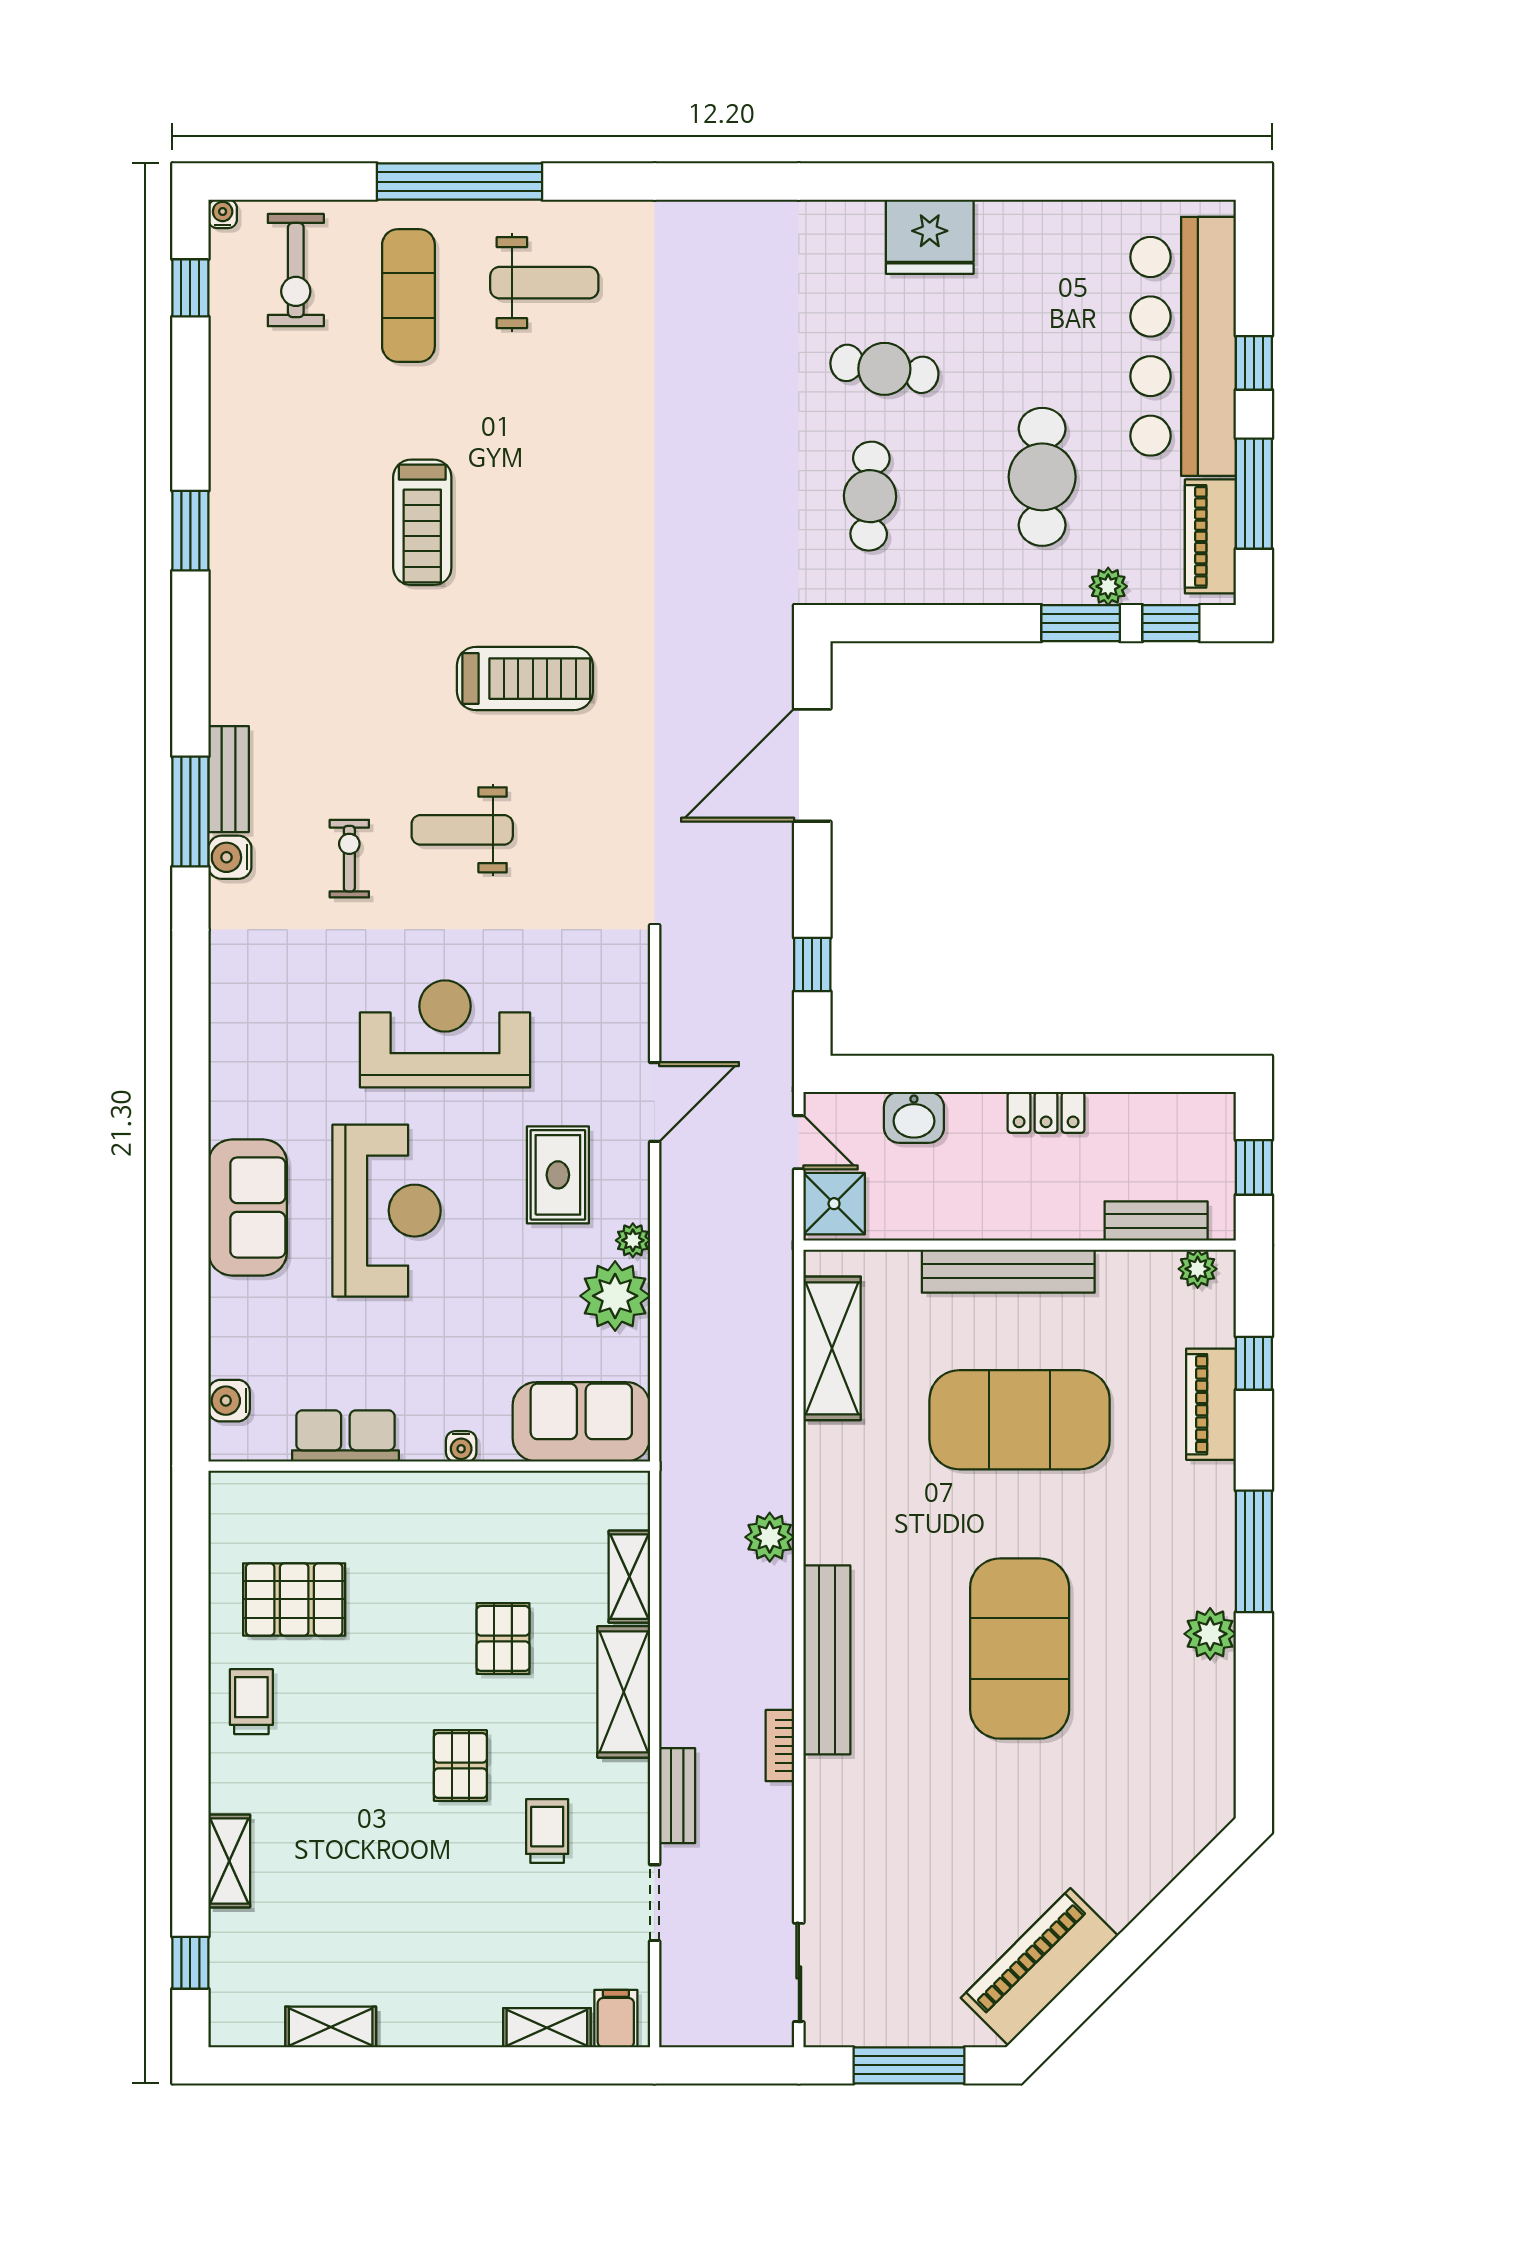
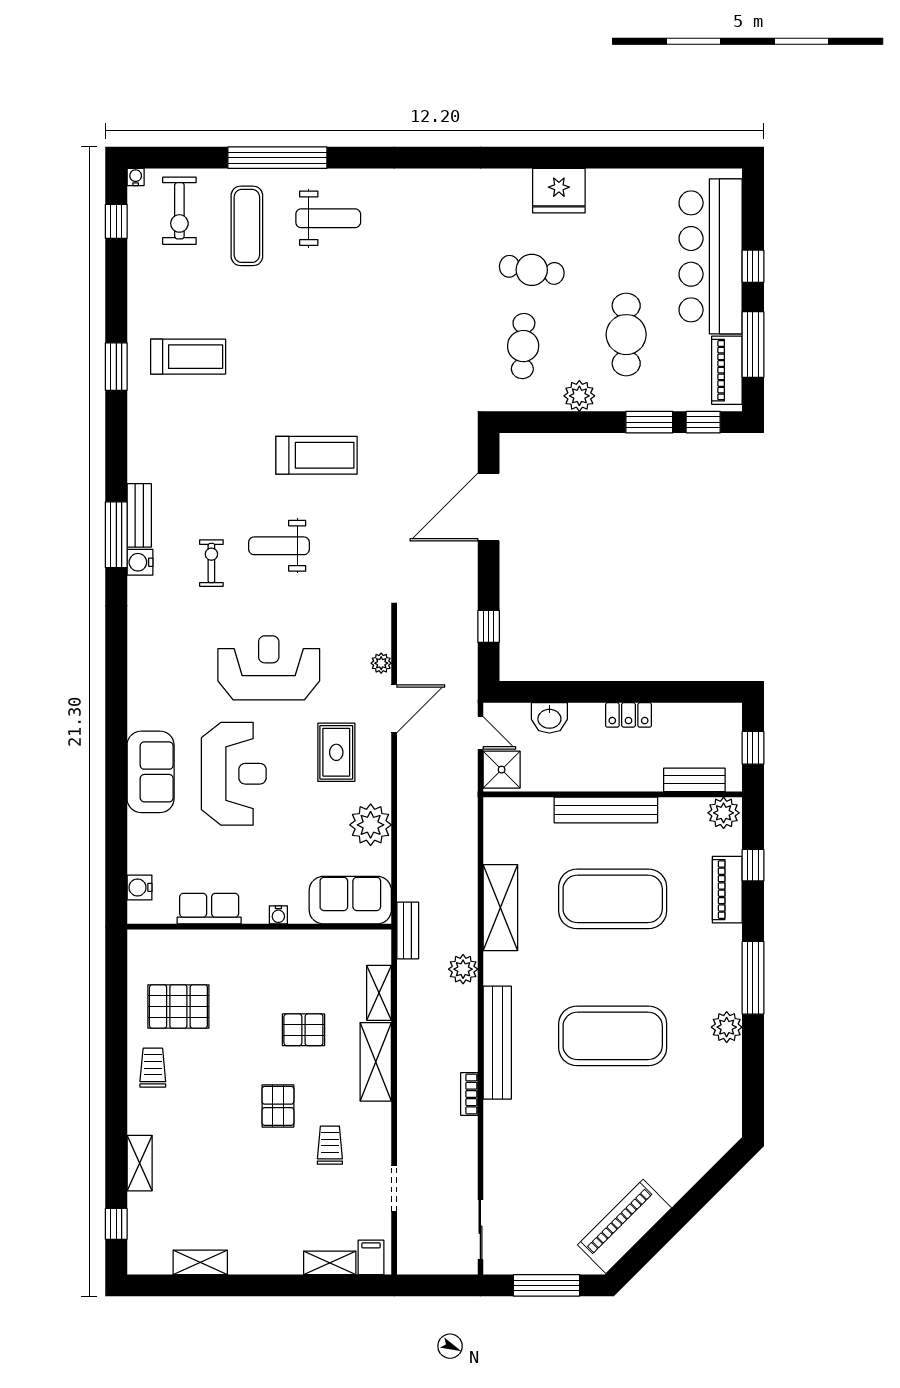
treadmill: (422, 522) -> (188, 357), moved, turned -90
plant: (1108, 586) -> (579, 396), moved, width x1.38, depth x1.38
plant: (633, 1240) -> (381, 663), moved
plant: (1198, 1269) -> (724, 813), width x1.38, depth x1.38
shelving: (832, 1348) -> (500, 908), moved
pallet: (503, 1638) -> (303, 1030), turned 90
exercise mat: (1020, 1649) -> (613, 1036), turned 90
bench: (677, 1796) -> (408, 930), moved

